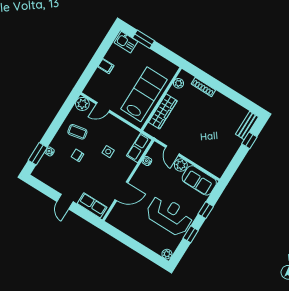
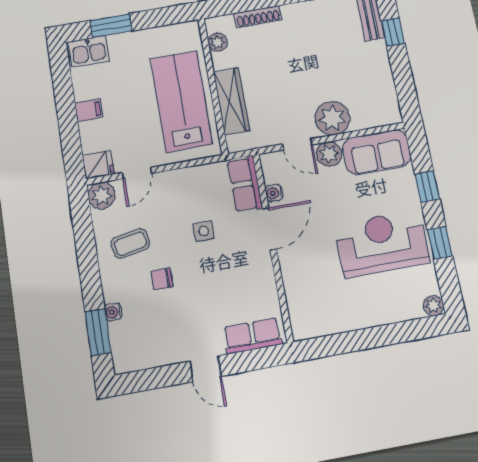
fridge: (91, 91) -> (98, 165), added
plant: (195, 153) -> (332, 118), added
door: (121, 191) -> (269, 229), moved

